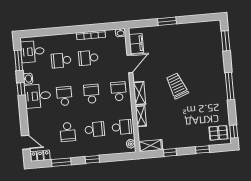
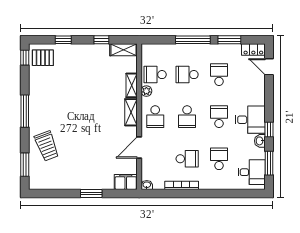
filing cabinet: (136, 44) -> (126, 182), moved, turned 90
school desk: (61, 60) -> (219, 159), turned -90
trolley: (177, 86) -> (47, 146), moved
school desk: (64, 96) -> (219, 117), turned 180
plant: (131, 144) -> (146, 91), moved
window: (92, 159) -> (193, 40), width x2.17

